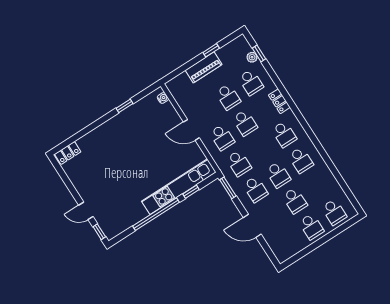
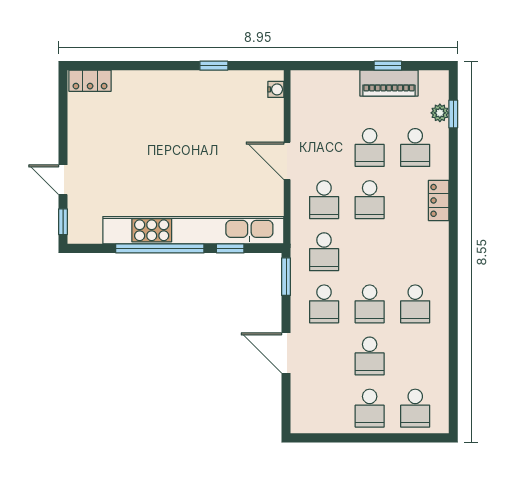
piano: (204, 67) -> (389, 83), moved
school desk: (284, 134) -> (415, 252), removed
kitchen unit: (179, 187) -> (193, 230), width x1.36

